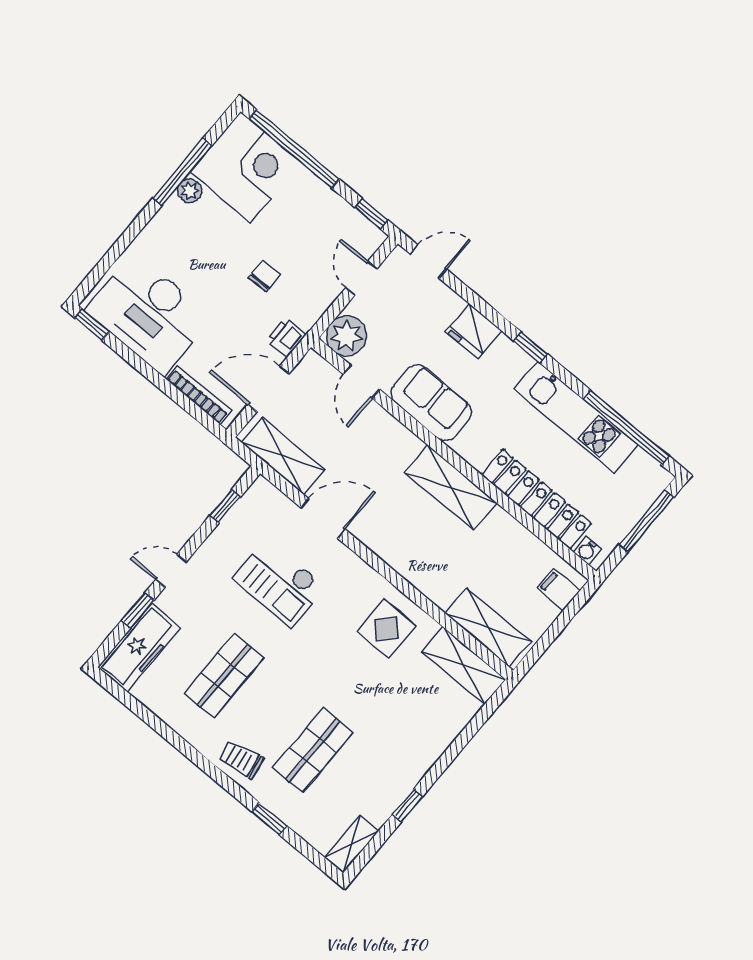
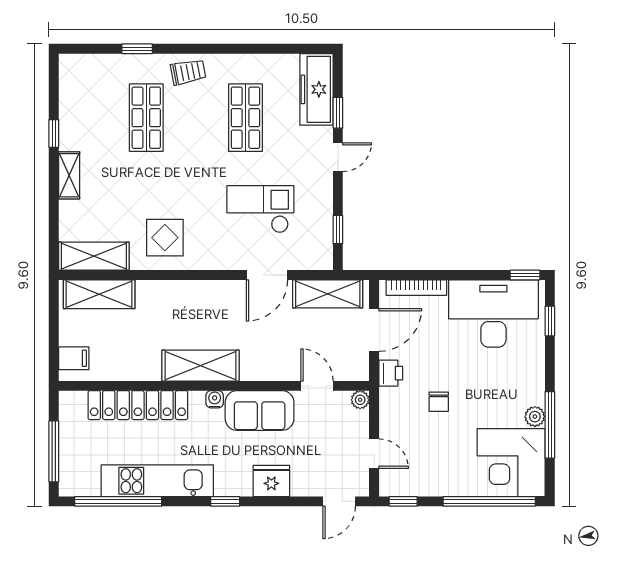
window: (104, 265) -> (550, 321), added
plant: (346, 336) -> (360, 400), width x0.53, depth x0.53
water cooler: (587, 551) -> (215, 399), moved
shelving: (351, 844) -> (69, 175), moved

